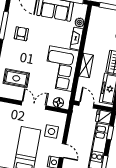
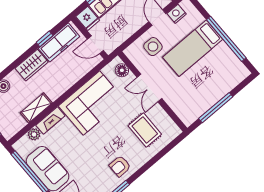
armchair: (21, 34) -> (120, 166), moved
shelving: (86, 66) -> (36, 108), moved
door: (86, 105) -> (95, 45), hinge flipped

